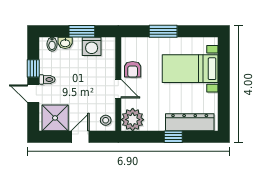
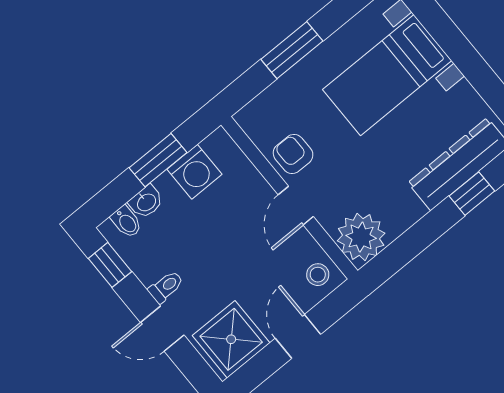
window: (33, 68) -> (110, 265), moved
armchair: (133, 69) -> (293, 154), turned 180
door: (118, 89) -> (296, 206), swing flipped
window: (173, 137) -> (472, 194), moved

